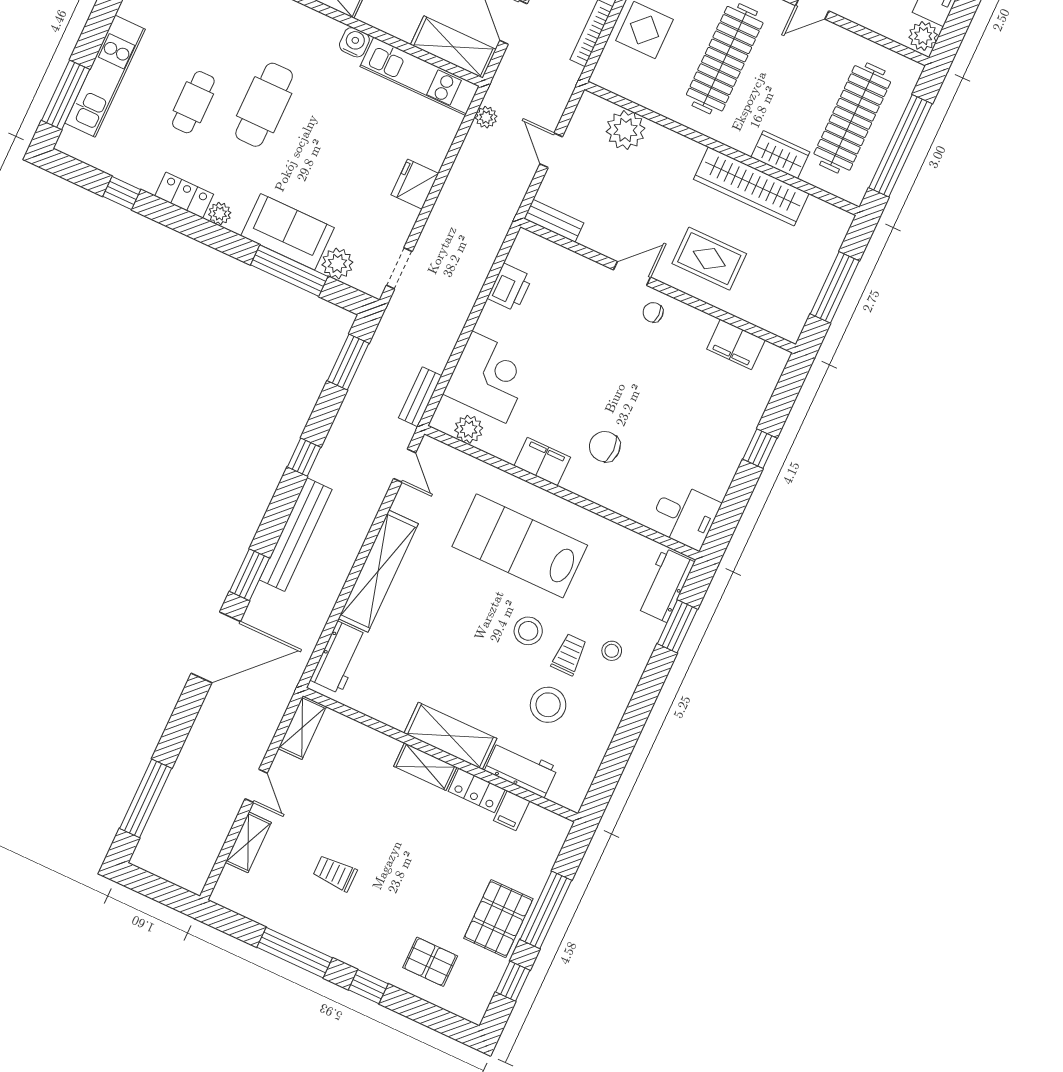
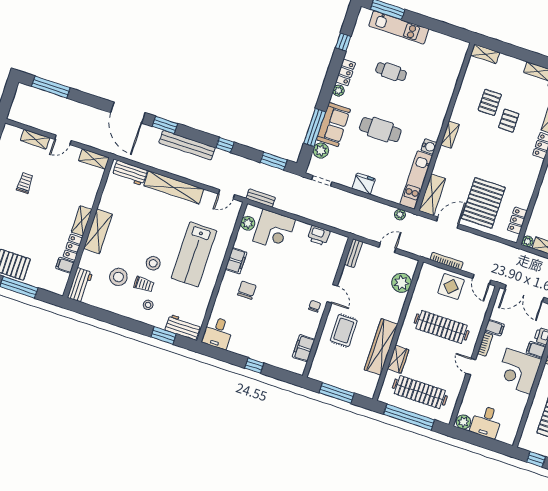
cafe table: (264, 105) -> (380, 130), moved
lab bench: (520, 546) -> (194, 254), turned 180
workbench: (521, 769) -> (80, 285), moved

